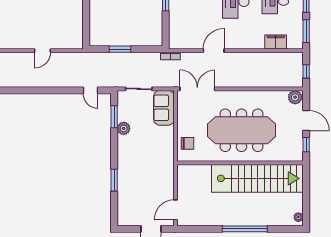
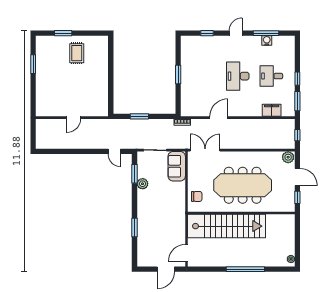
stairs: (257, 178) -> (227, 226), moved

